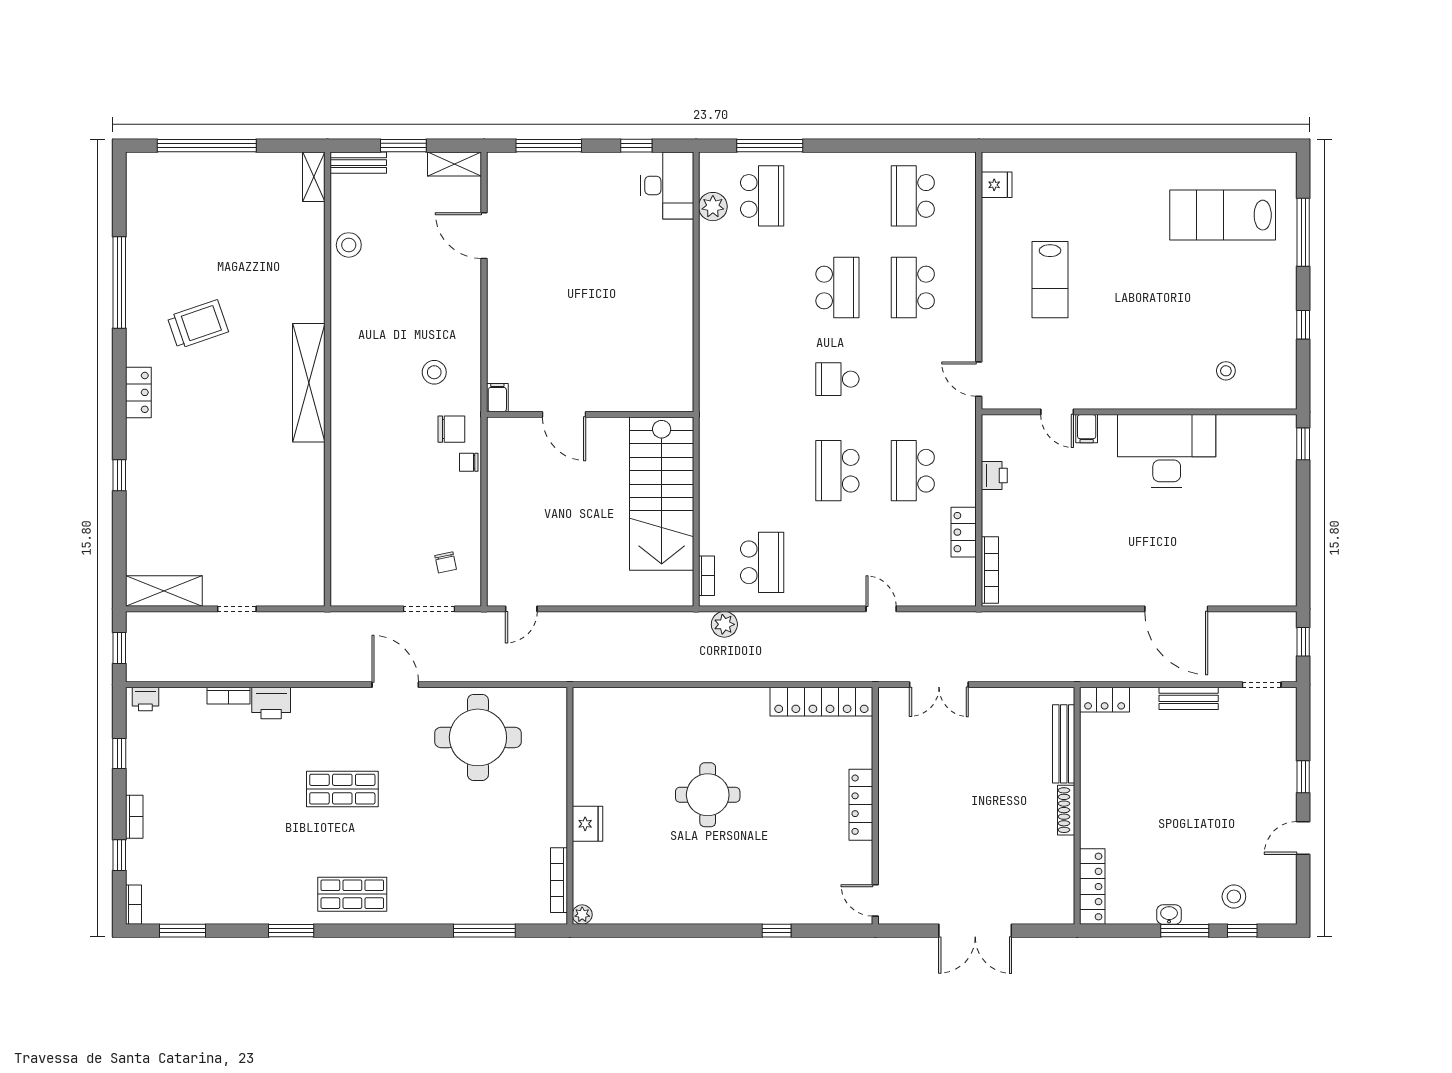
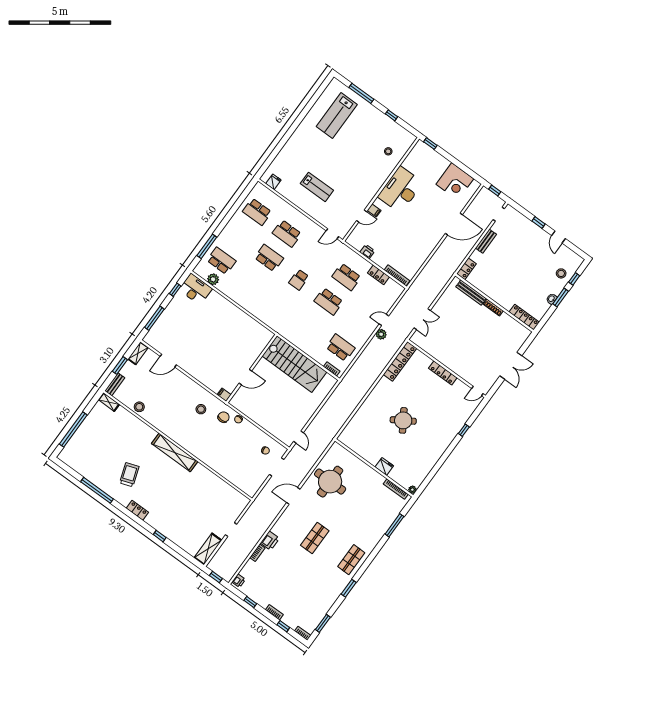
corner desk: (1263, 549) -> (455, 181), added
plant: (724, 624) -> (381, 334), moved
round table: (708, 795) -> (403, 420), turned -32

